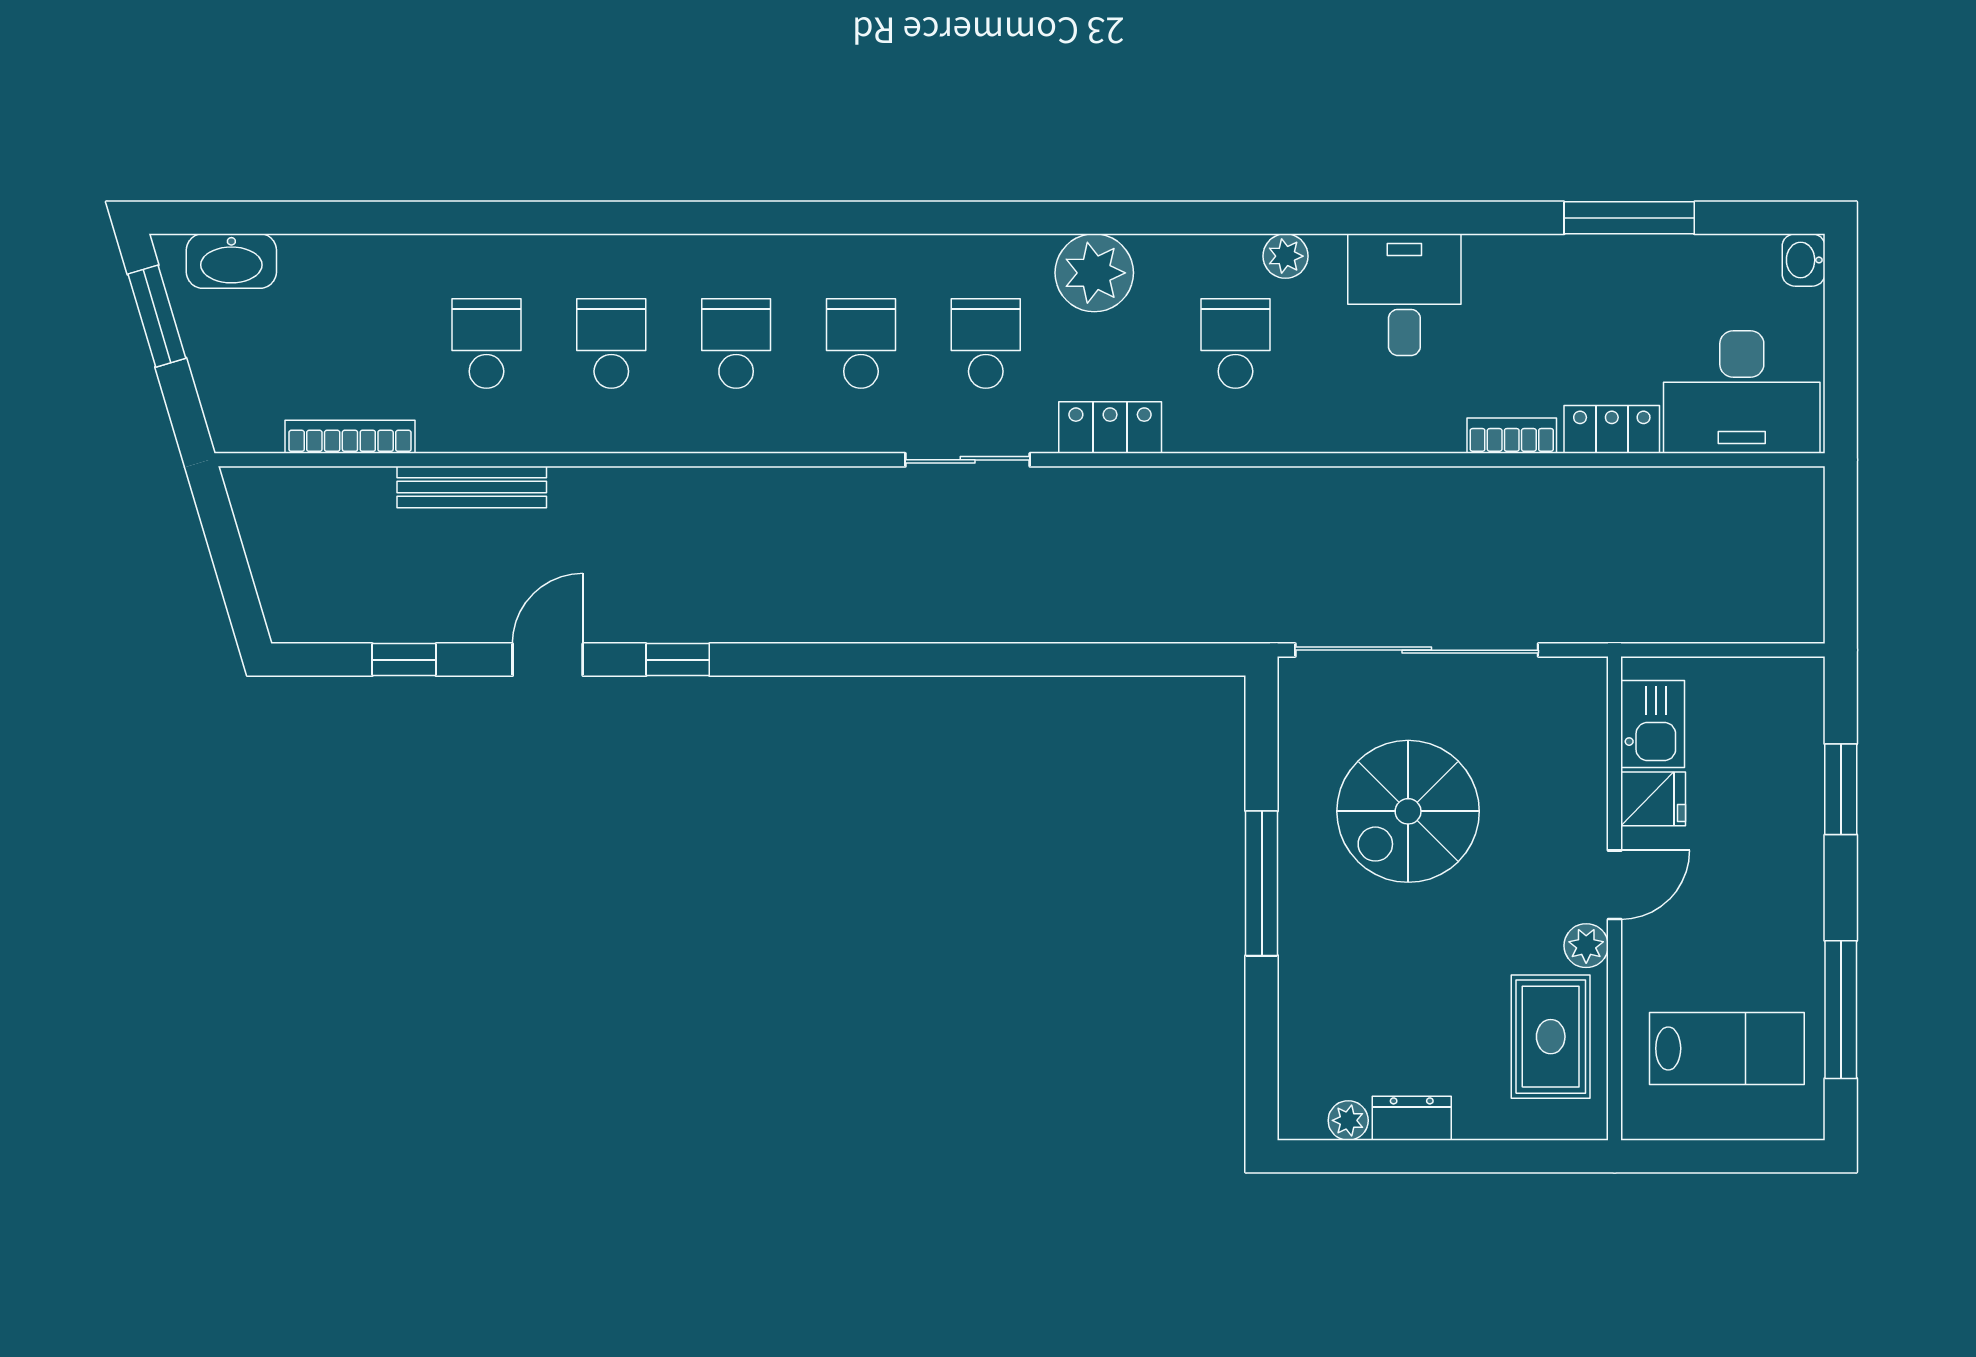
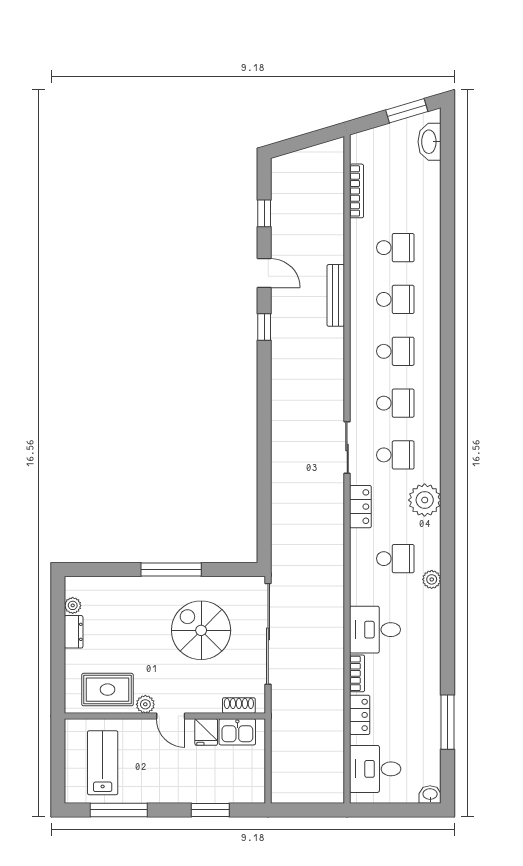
desk: (1404, 295) -> (375, 630), moved, turned 180
desk: (1742, 392) -> (375, 769), width x0.73
bench: (472, 487) -> (336, 295), moved
shoe rack: (1589, 720) -> (239, 706), added
lab bench: (1727, 1048) -> (103, 763), turned 180

